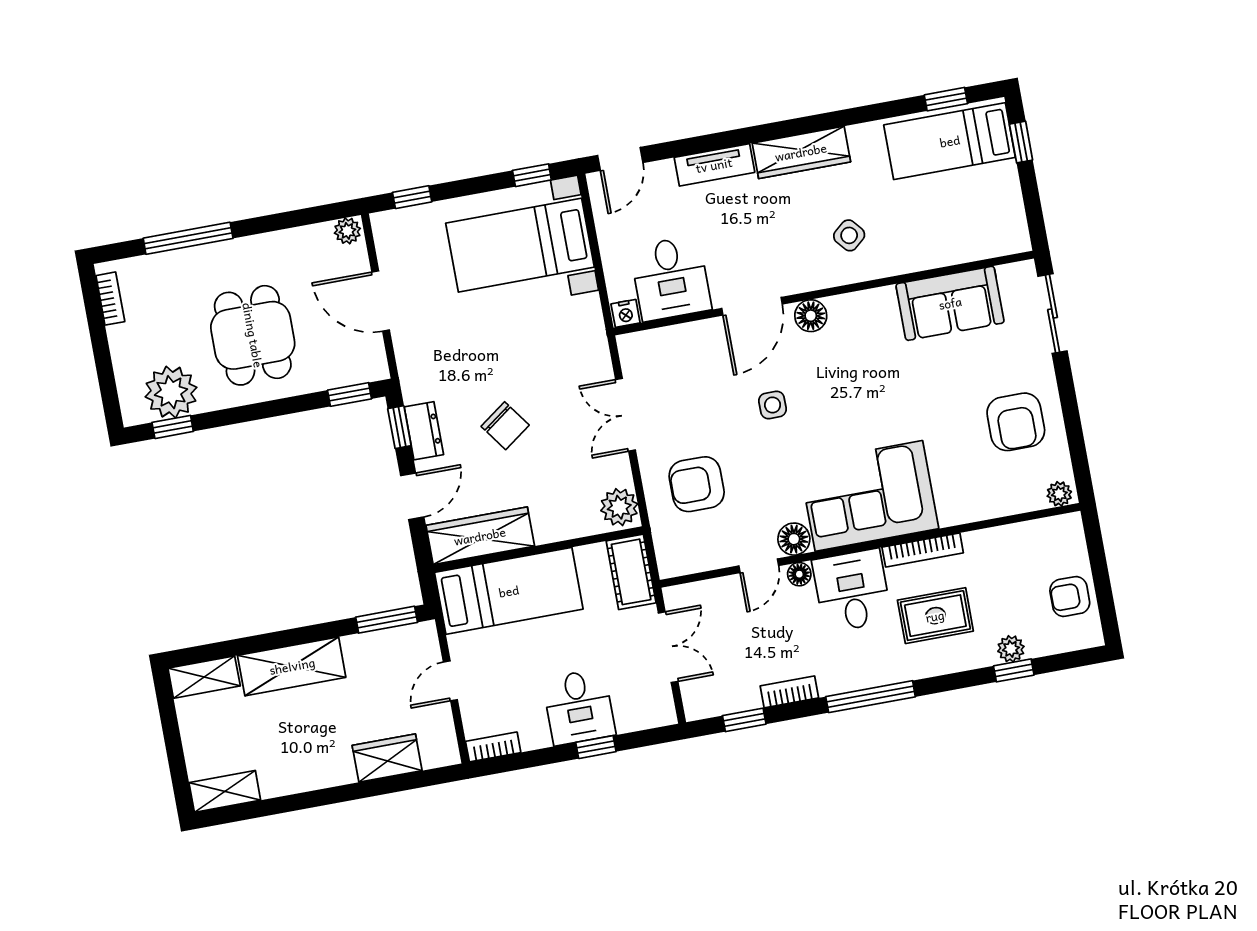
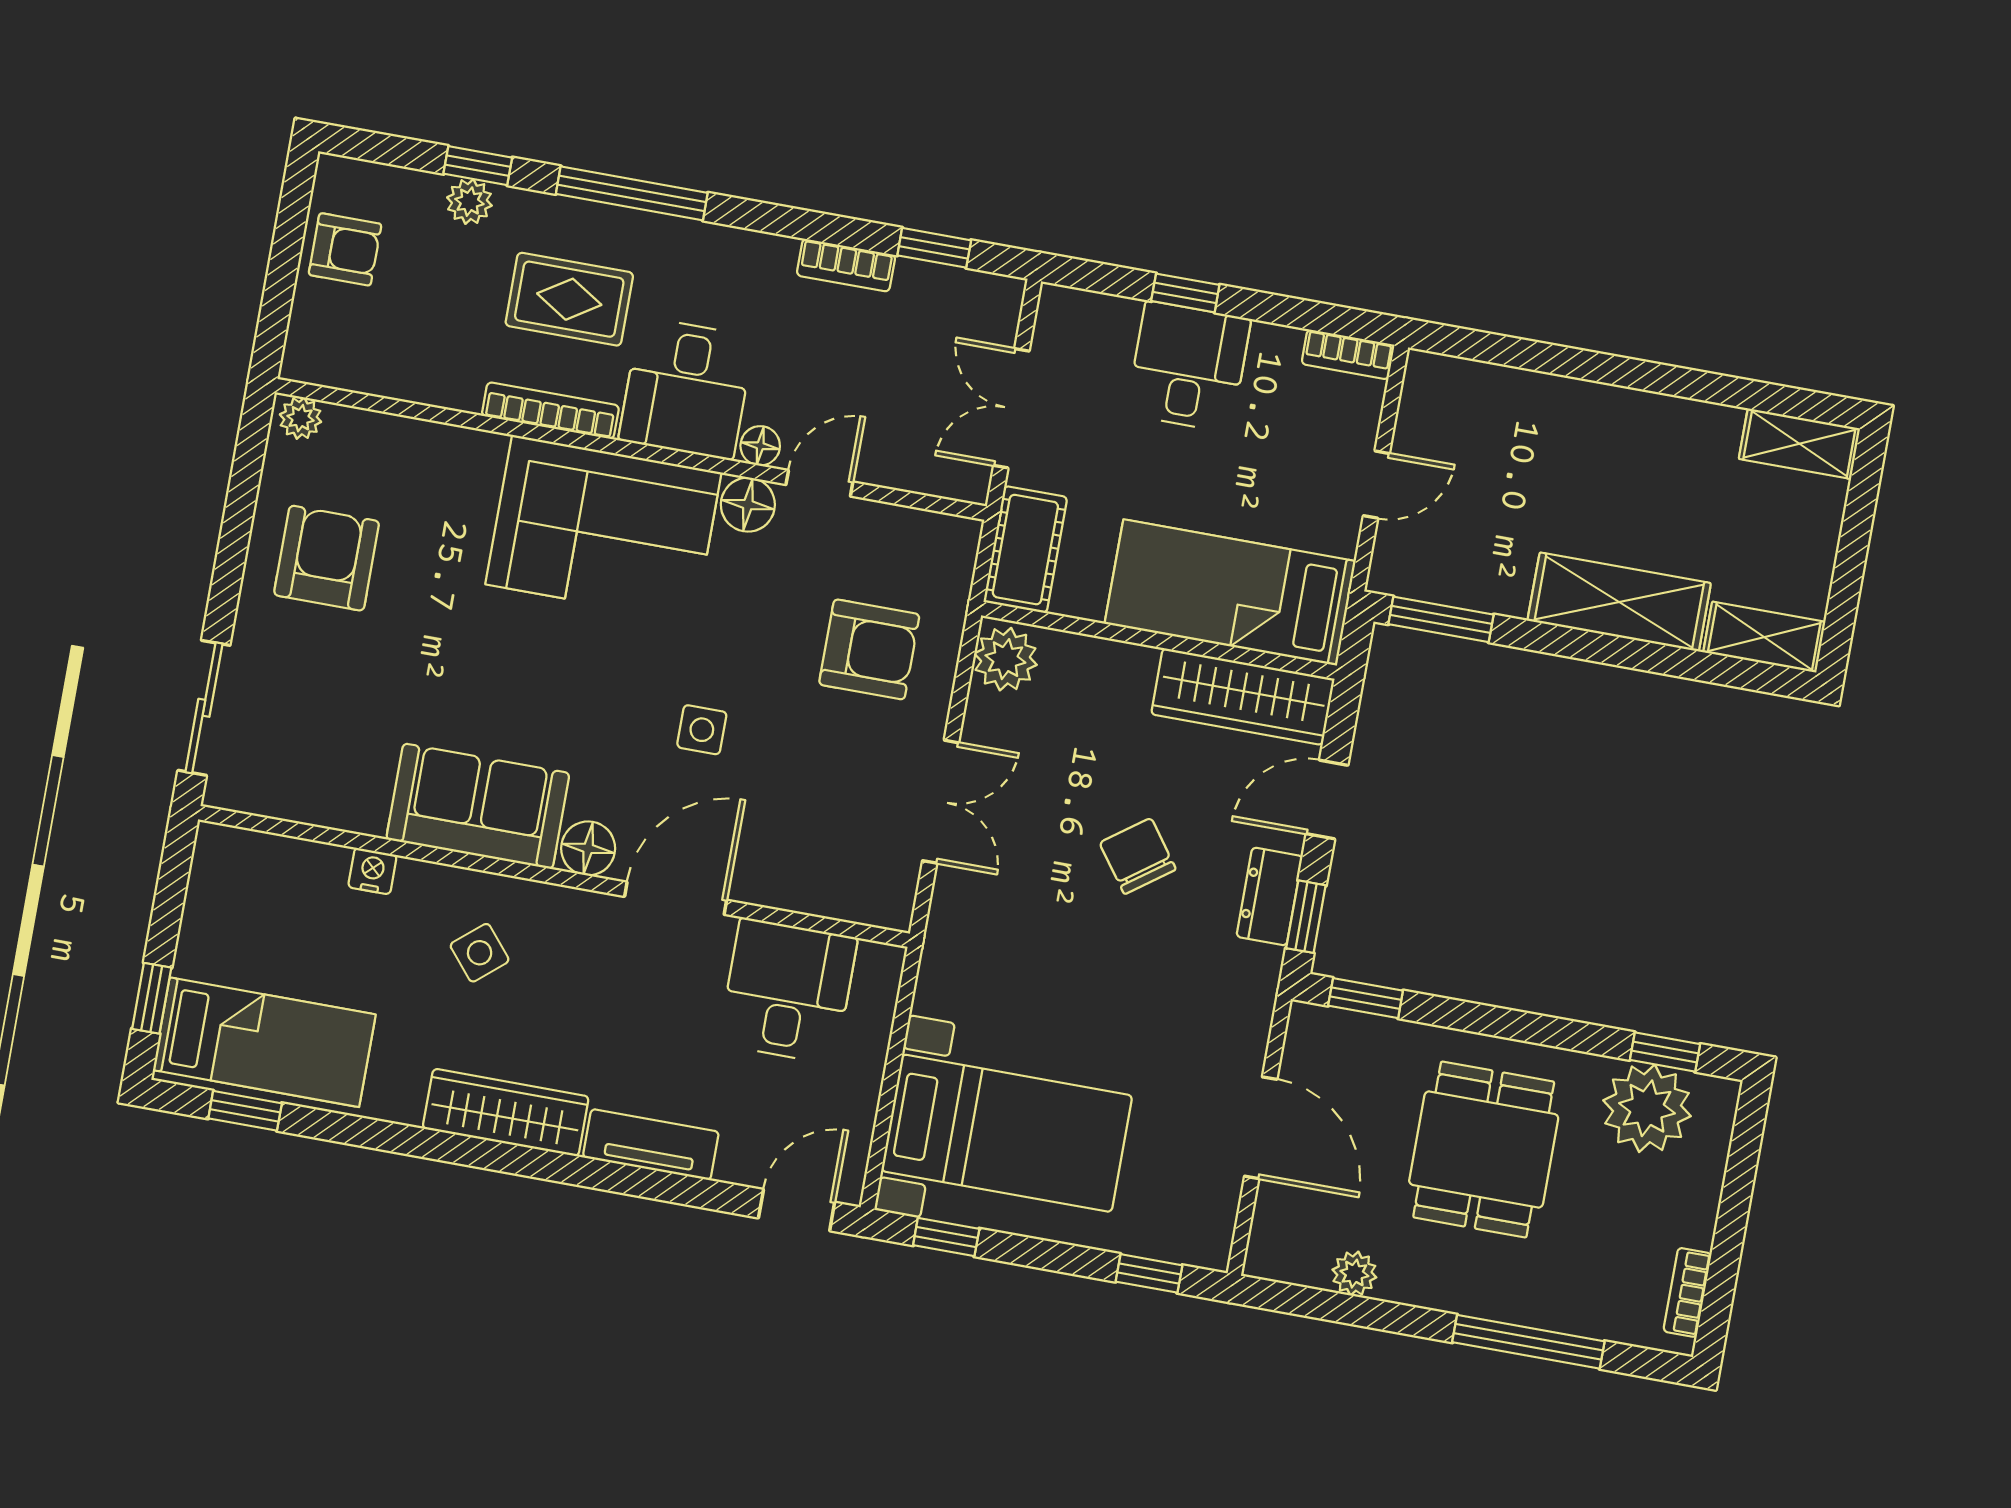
plant: (347, 231) -> (1354, 1274), moved
sofa: (950, 303) -> (478, 806), moved
nightstand: (626, 313) -> (372, 871), moved
window: (871, 697) -> (632, 193), moved
wardrobe: (387, 758) -> (1522, 400), removed

